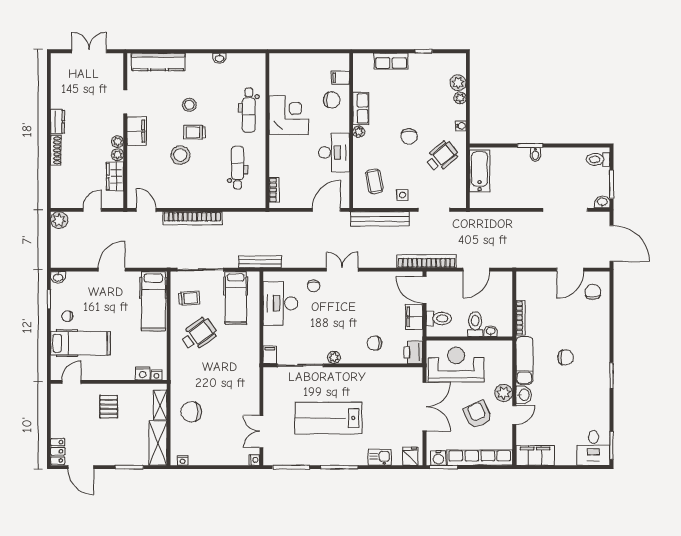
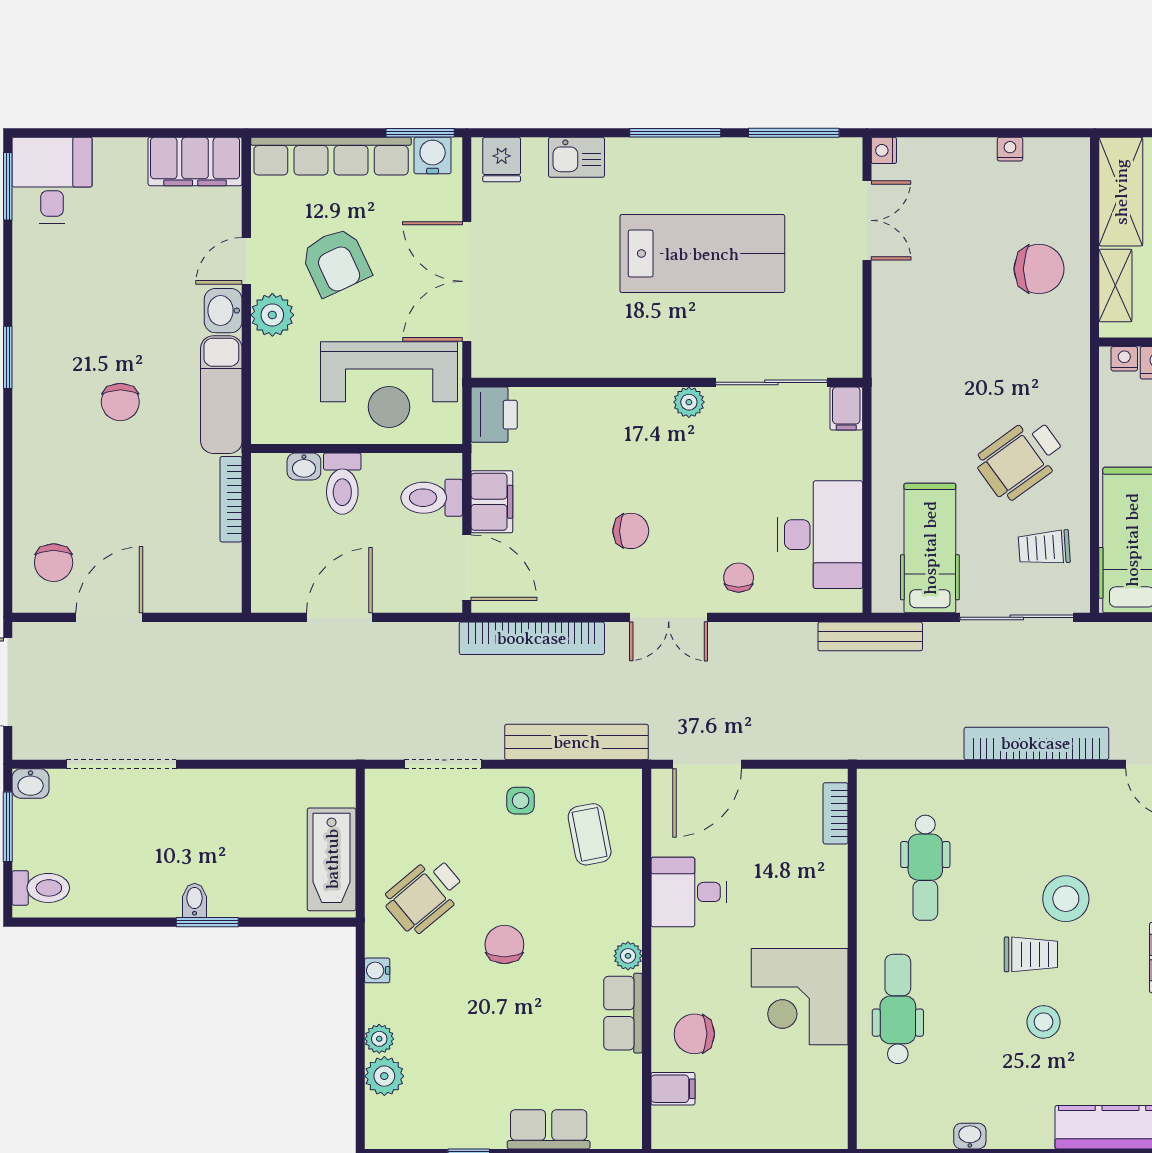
desk: (334, 152) -> (689, 892), width x0.73
bookcase: (427, 261) -> (532, 638), moved
chair: (374, 343) -> (631, 531), moved
chair: (566, 357) -> (120, 402), turned -90
nightstand: (183, 461) -> (1010, 149), moved

